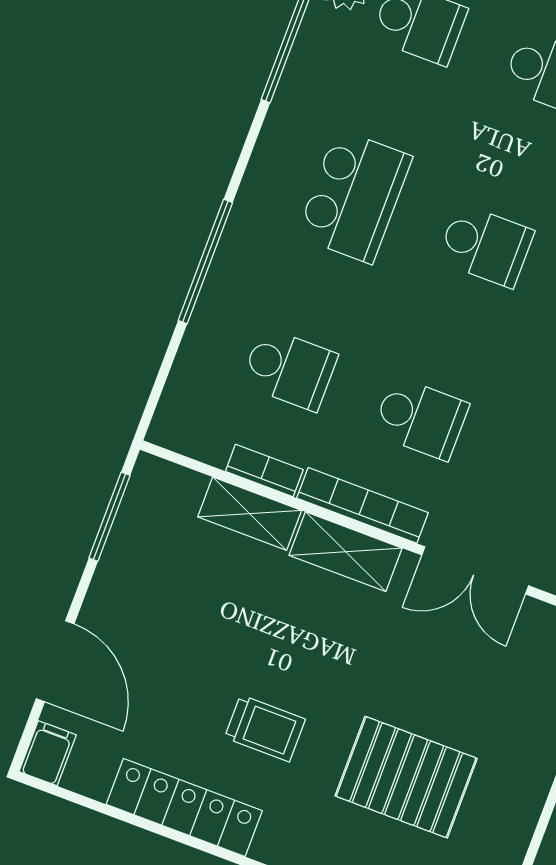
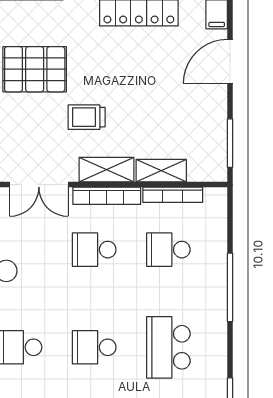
bookcase: (264, 470) -> (173, 195), width x1.56
double door: (475, 570) -> (39, 185), swing flipped
door: (55, 661) -> (230, 61), hinge flipped
trolley: (265, 728) -> (87, 117), moved

